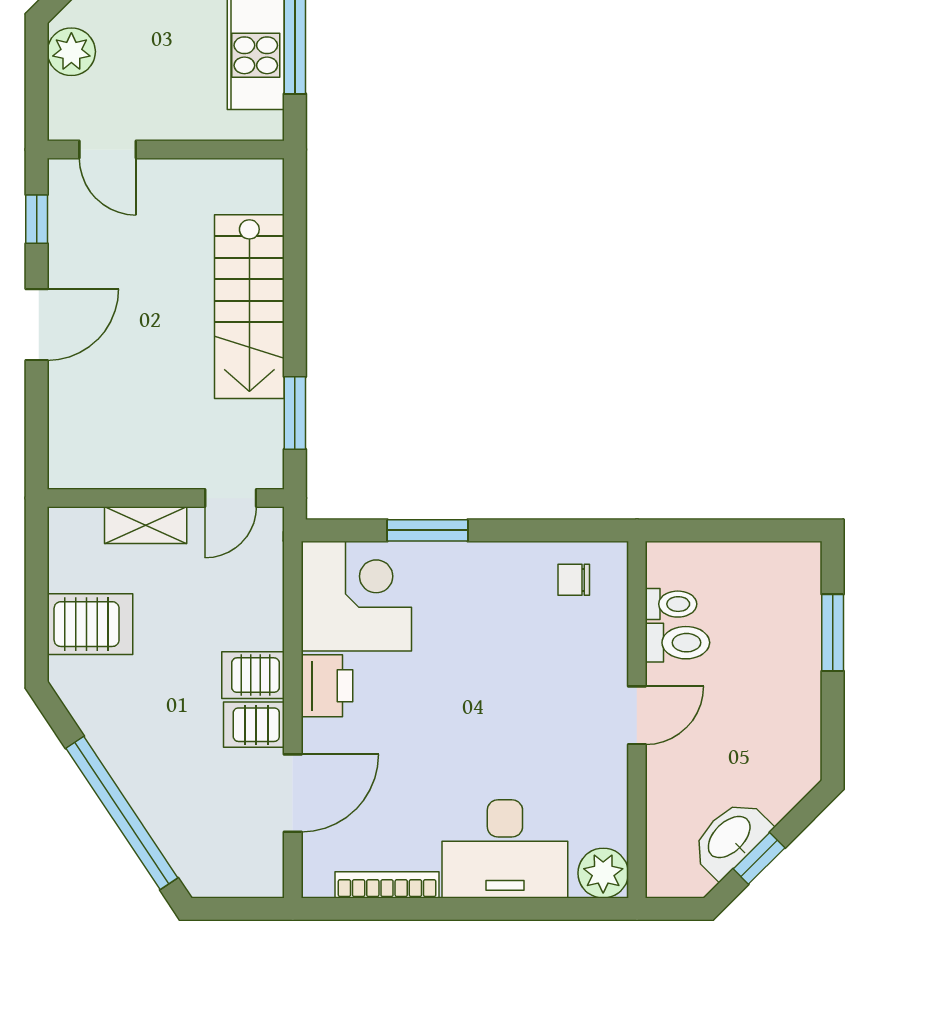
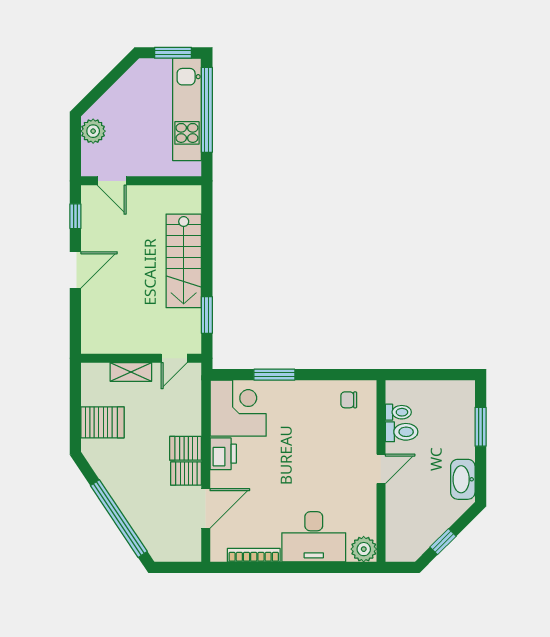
washbasin: (730, 838) -> (463, 479), moved, turned -45

